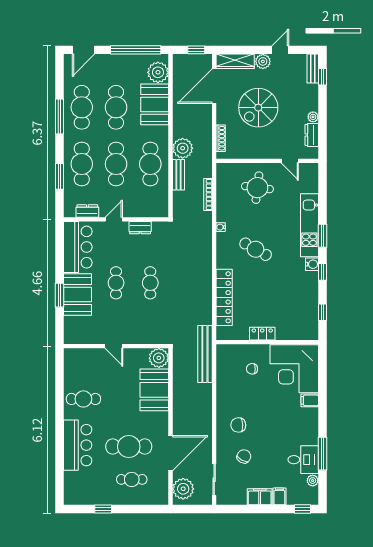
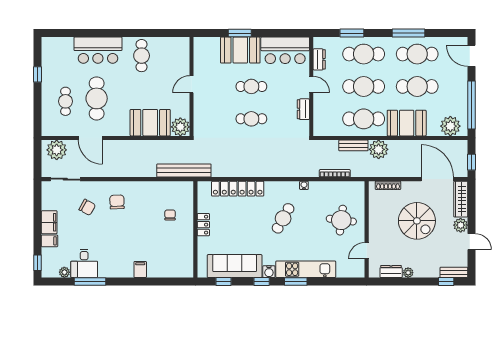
booth: (155, 104) -> (407, 123), moved
spiral stairs: (258, 108) -> (417, 221), turned 180
sofa: (306, 301) -> (235, 266), added
corner desk: (294, 369) -> (170, 255), removed
door: (171, 453) -> (90, 138), width x0.73

